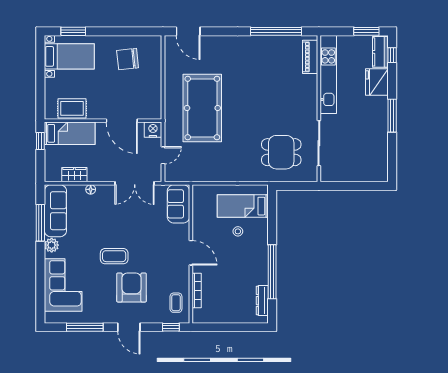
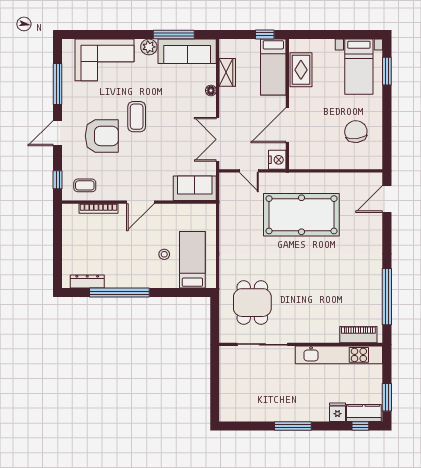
fridge: (377, 82) -> (337, 412), width x0.53, depth x0.75

